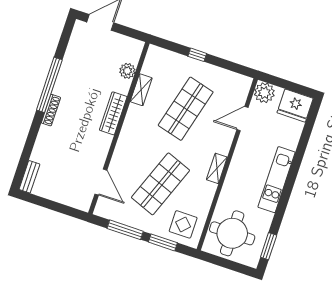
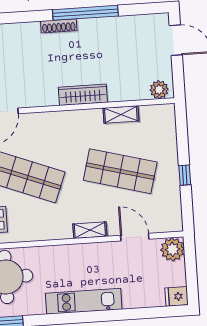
window: (197, 55) -> (185, 175), moved
plant: (127, 71) -> (159, 90), moved
fridge: (295, 106) -> (177, 296), width x0.53, depth x0.75
shelving: (217, 168) -> (90, 230), moved

